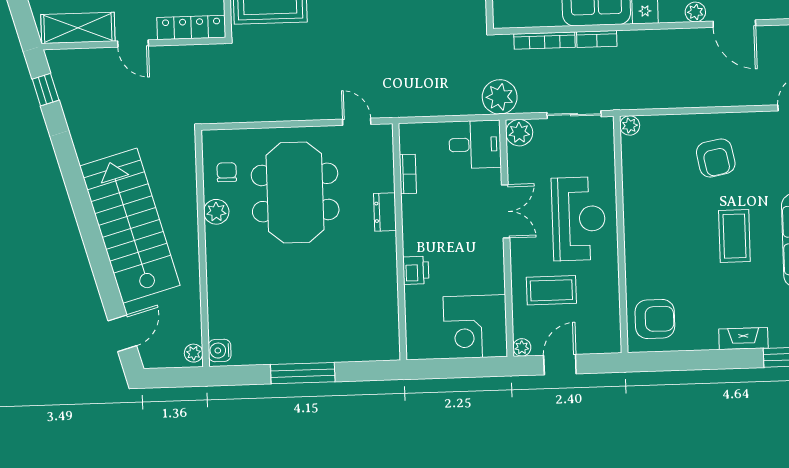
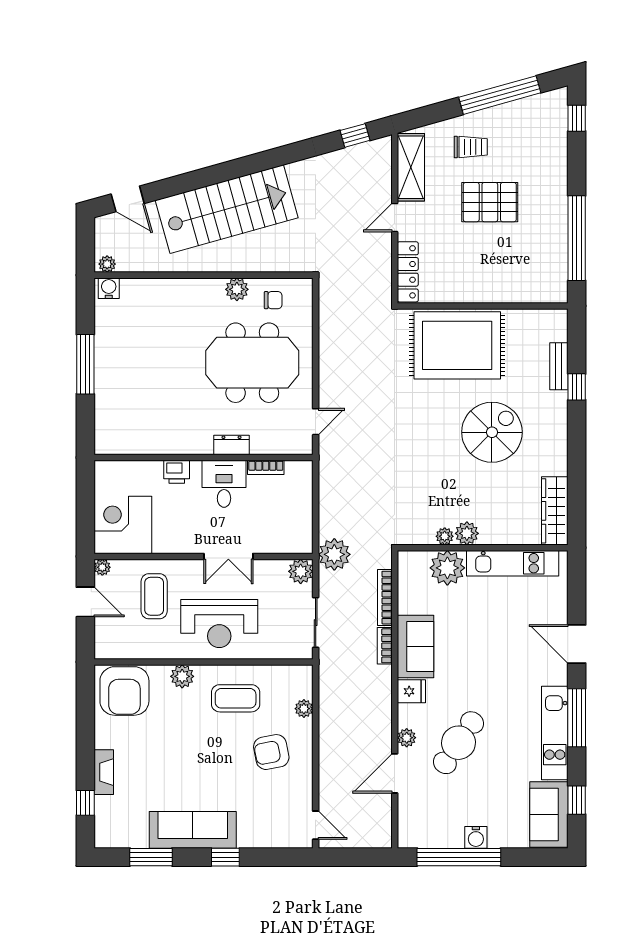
plant: (630, 125) -> (304, 709), moved
desk: (475, 144) -> (224, 484), moved, turned 180
coffee table: (734, 236) -> (236, 698), moved
plant: (637, 257) -> (182, 676), added
armchair: (655, 319) -> (124, 691), width x1.36, depth x1.36

